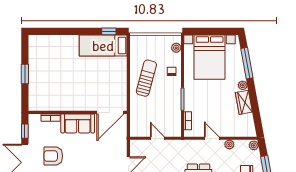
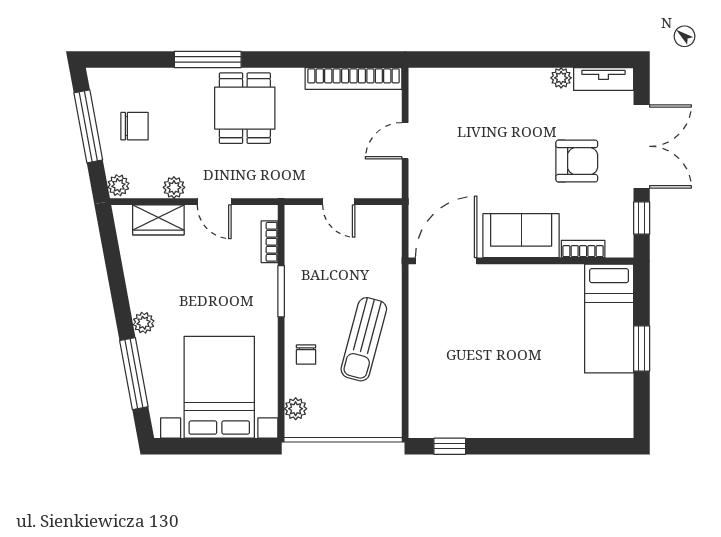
bed: (103, 46) -> (609, 319), moved, turned 90
wardrobe: (244, 102) -> (158, 220), moved, turned 100

